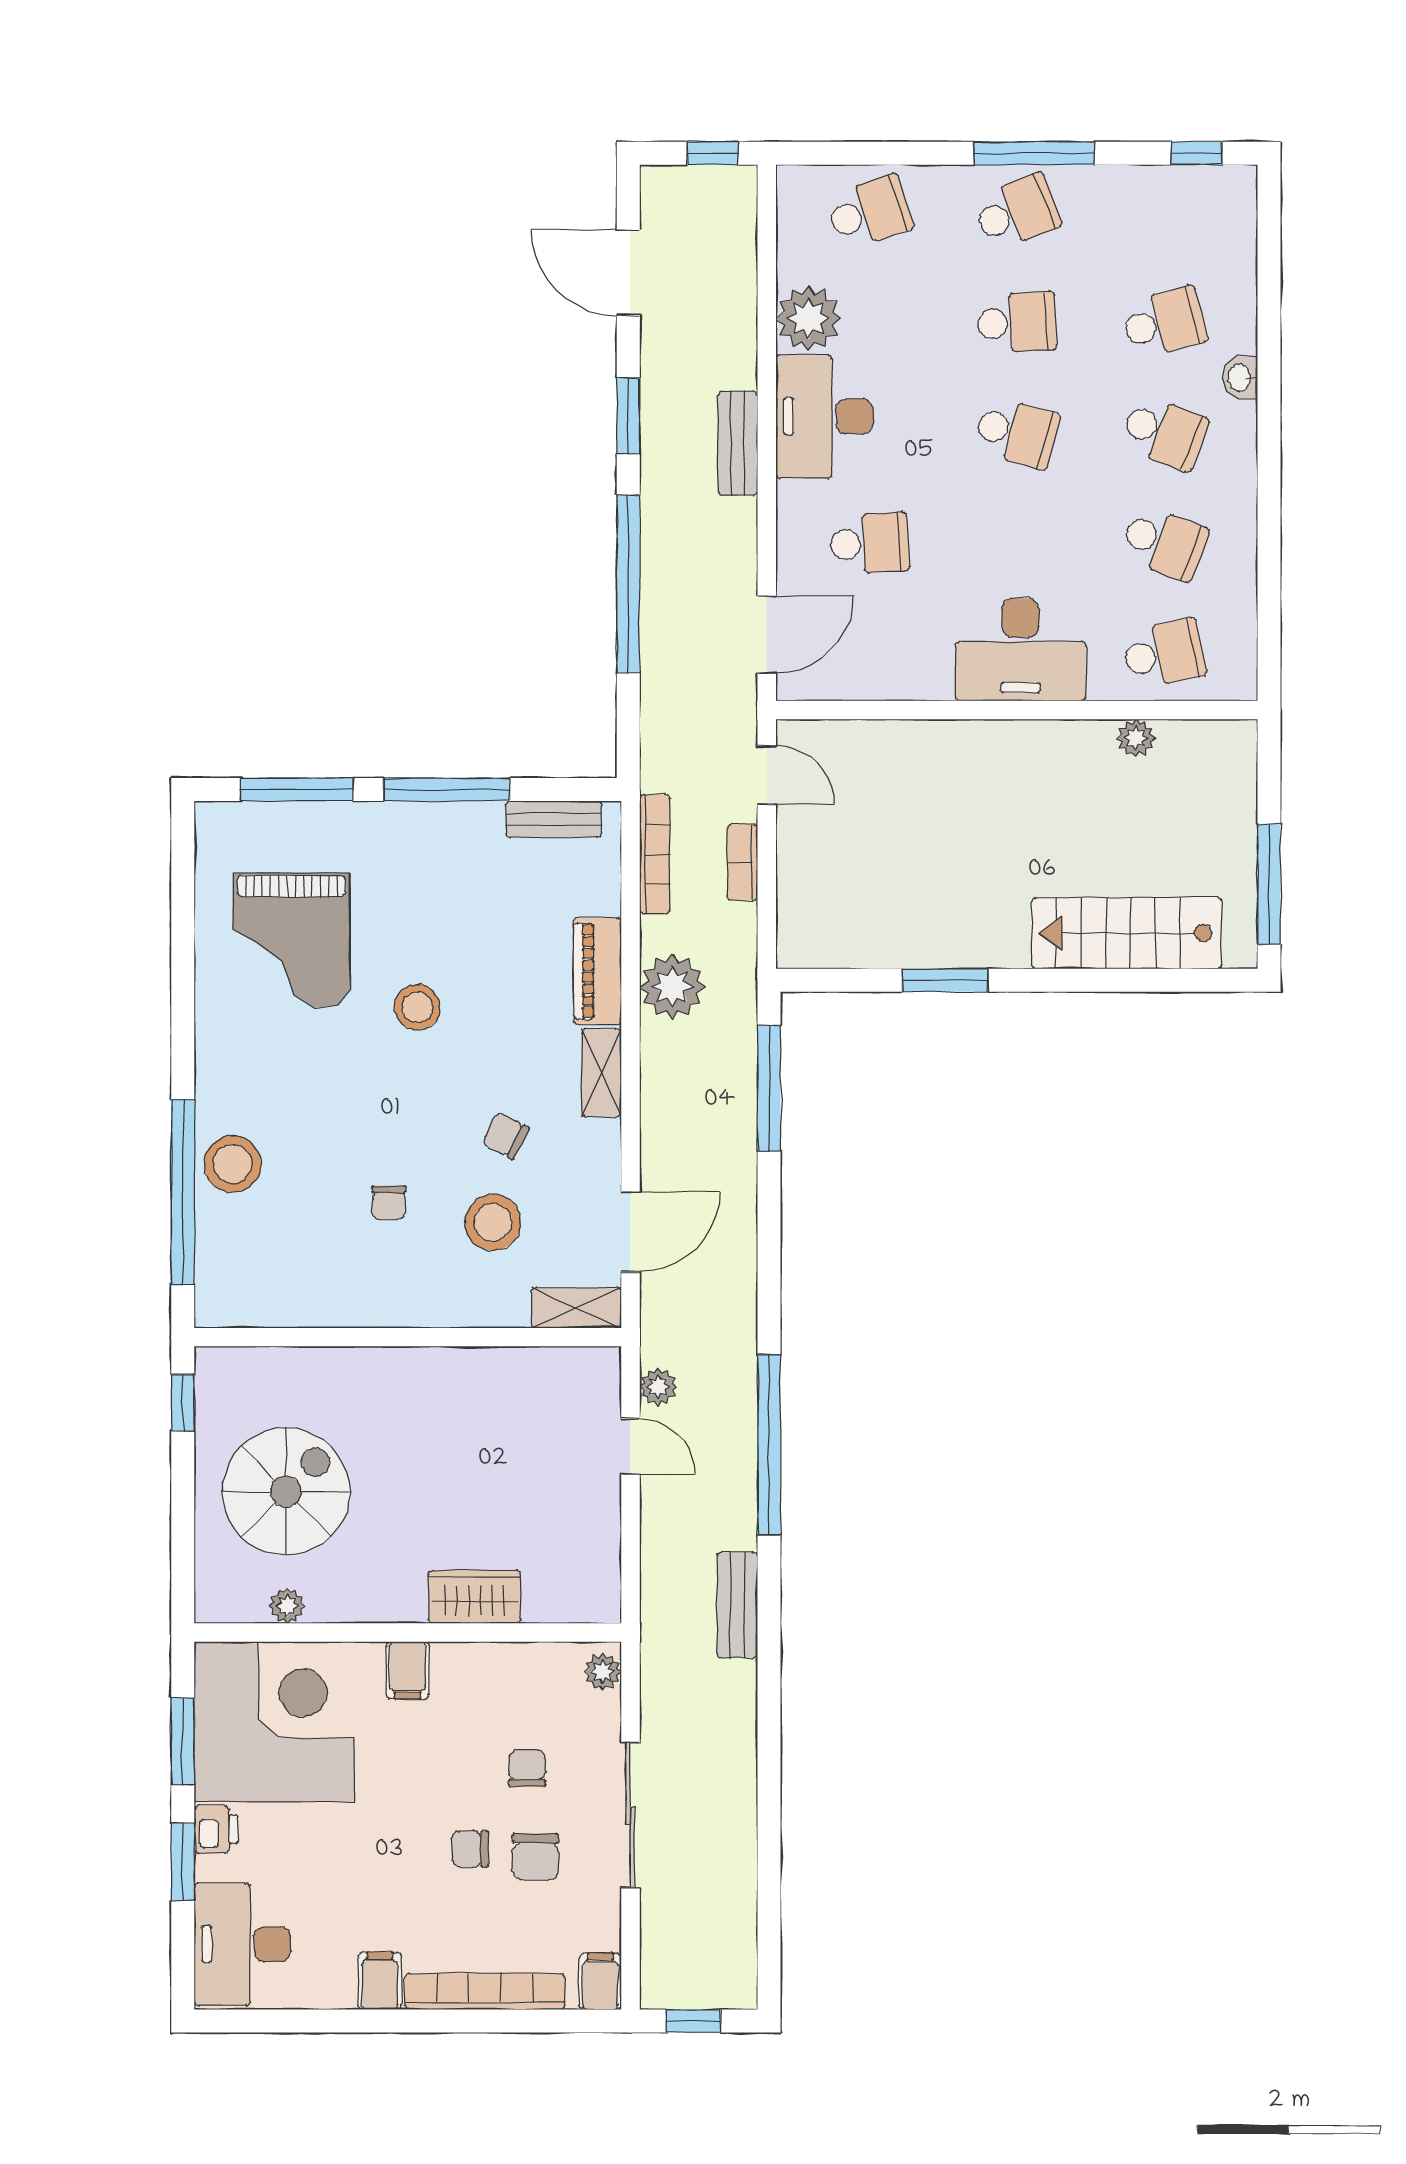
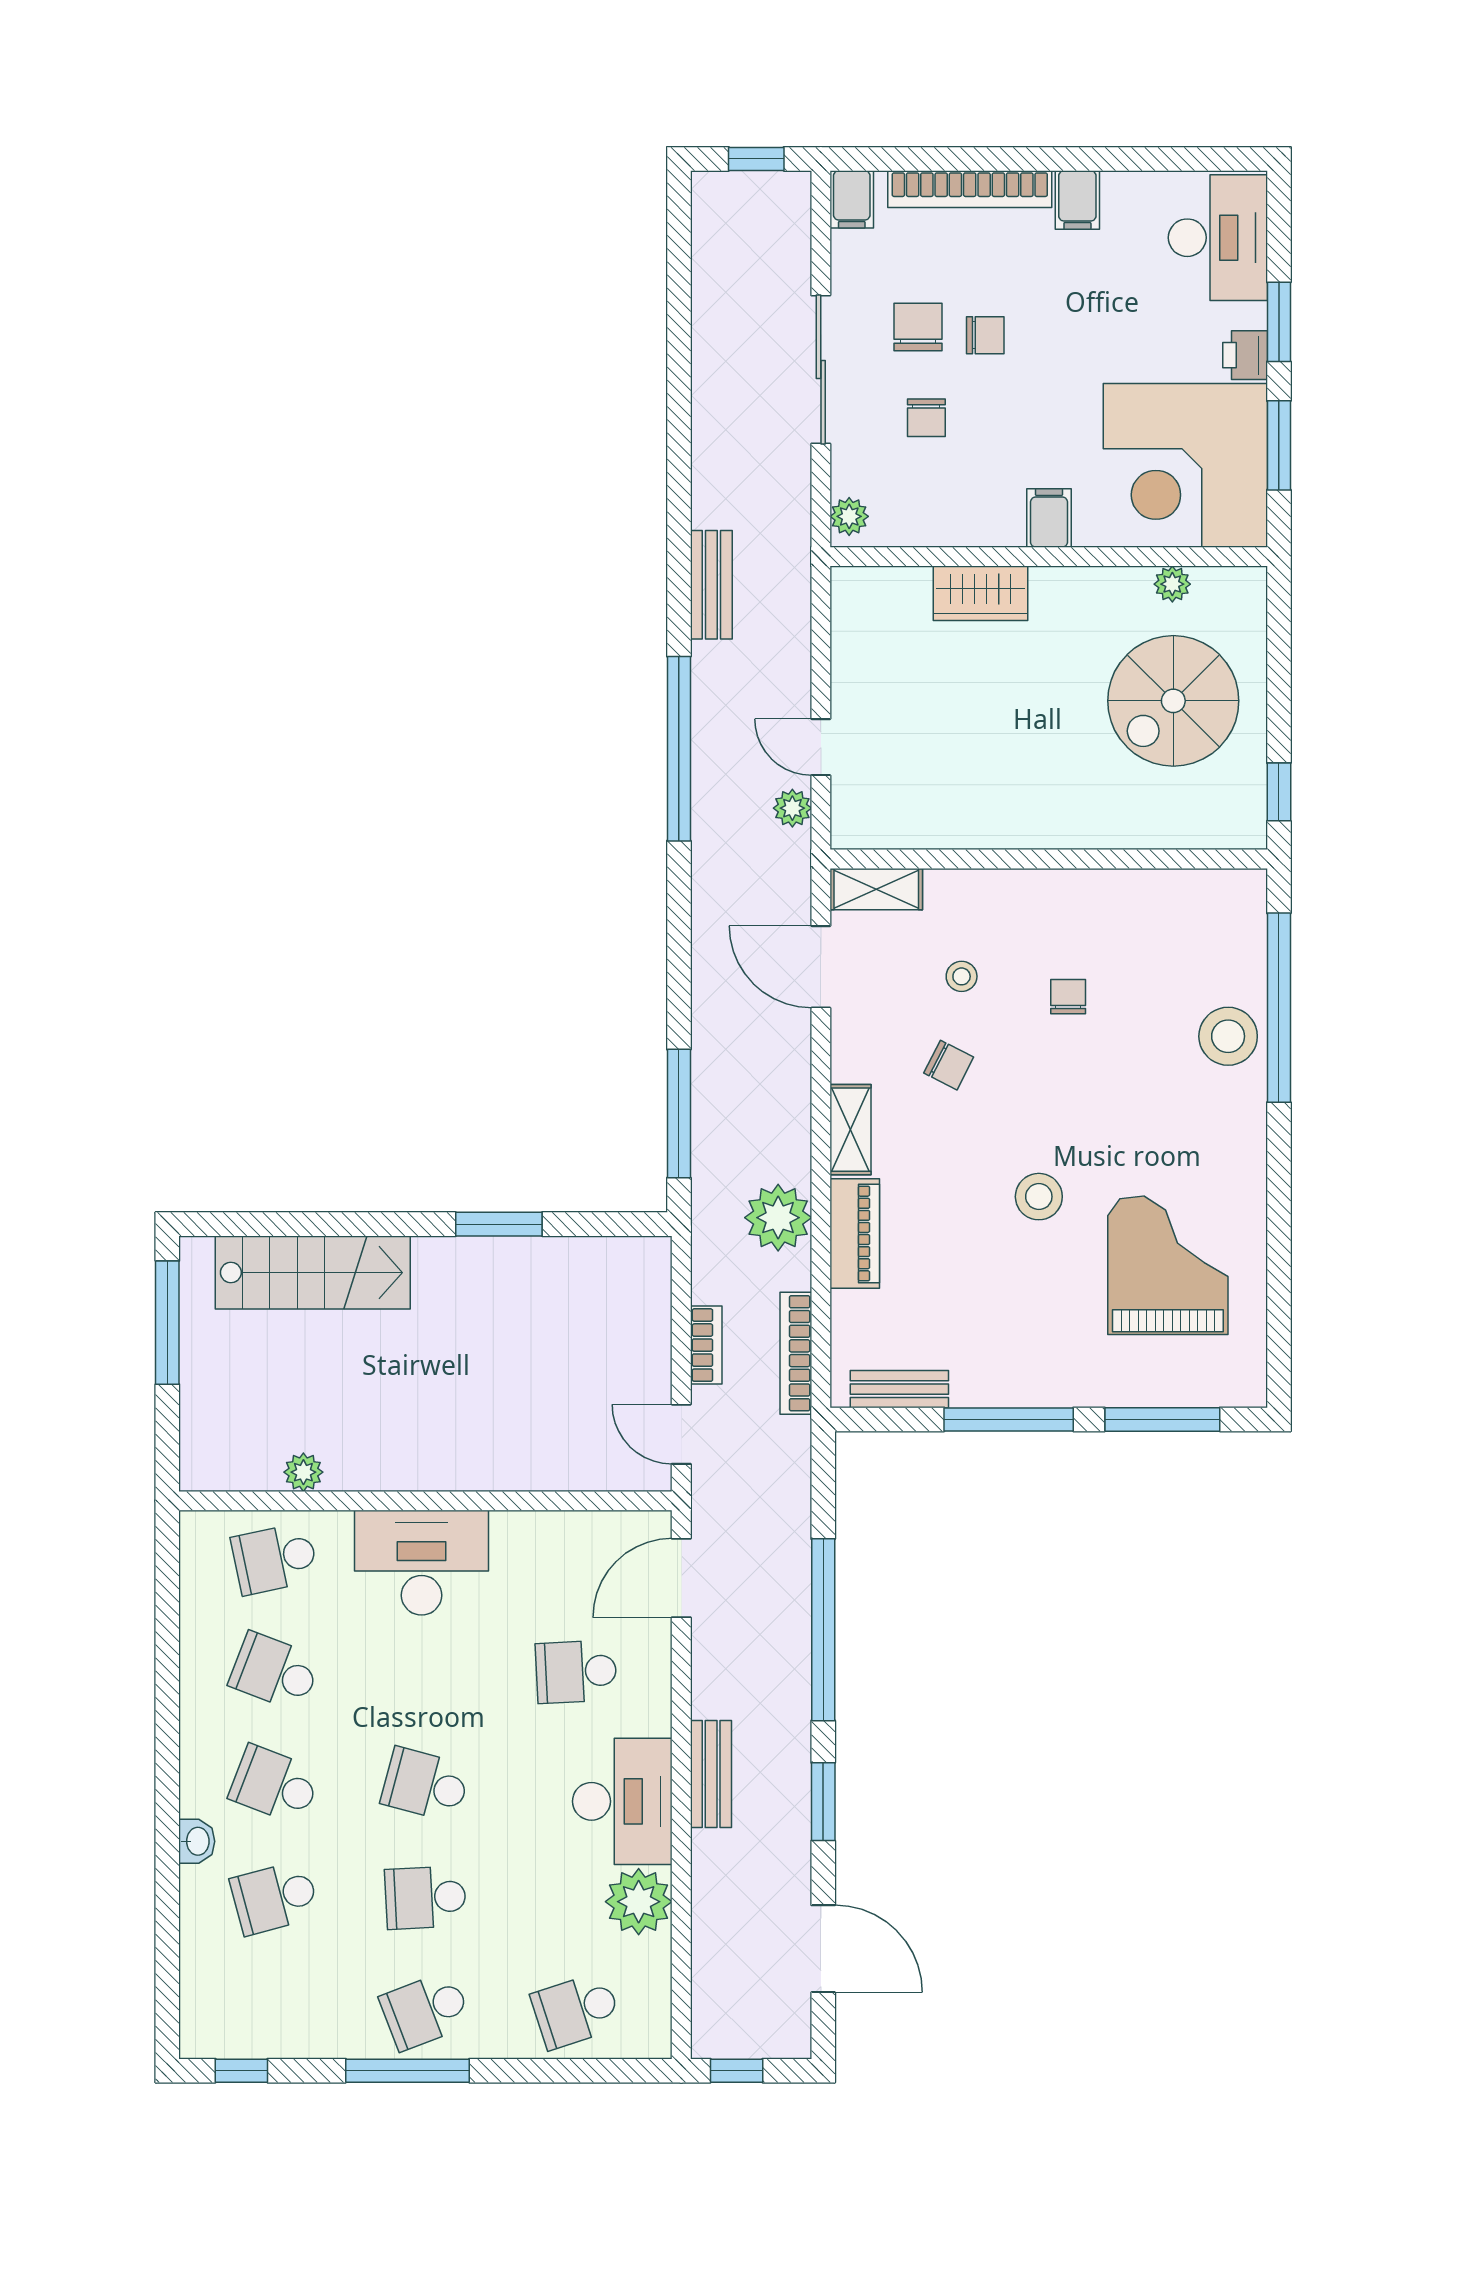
stool: (493, 1222) -> (962, 976), width x0.53, depth x0.53
door: (630, 1232) -> (821, 967), hinge flipped

